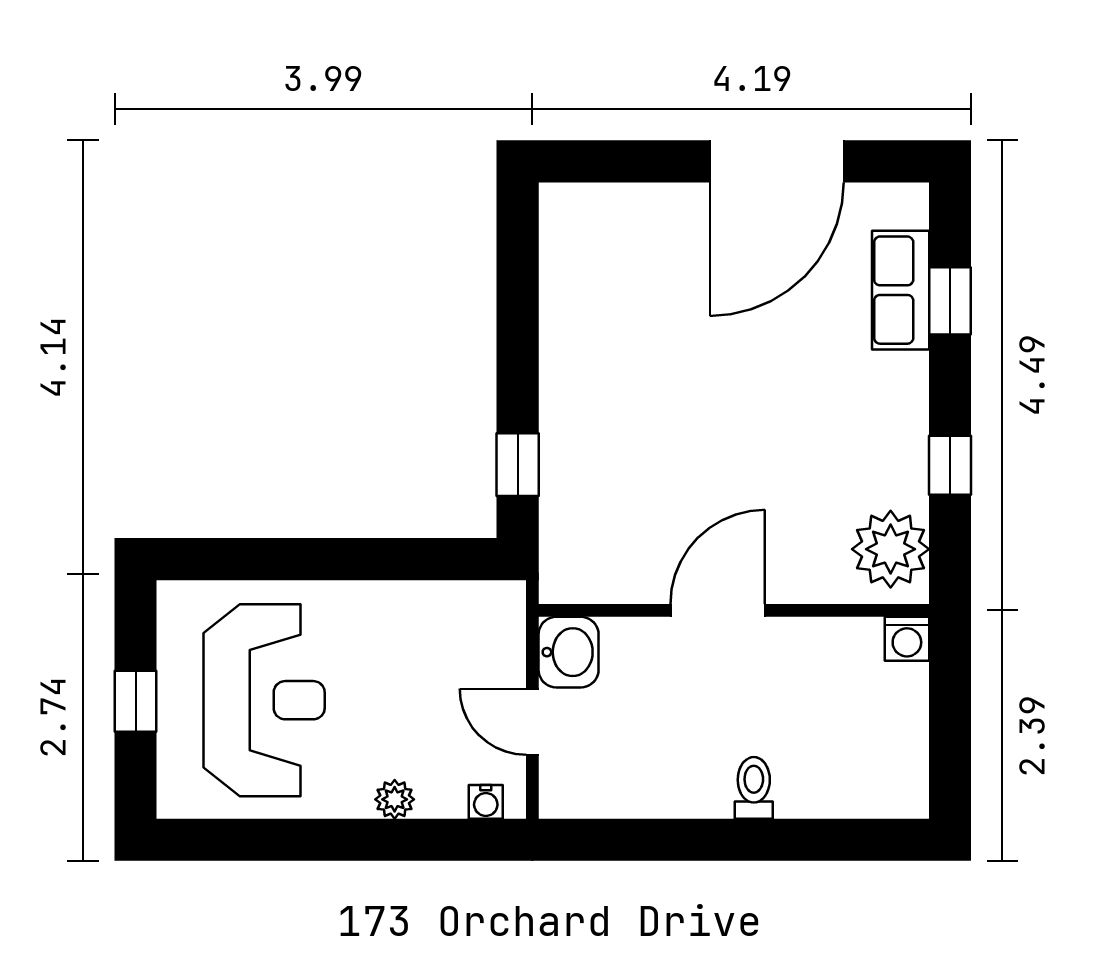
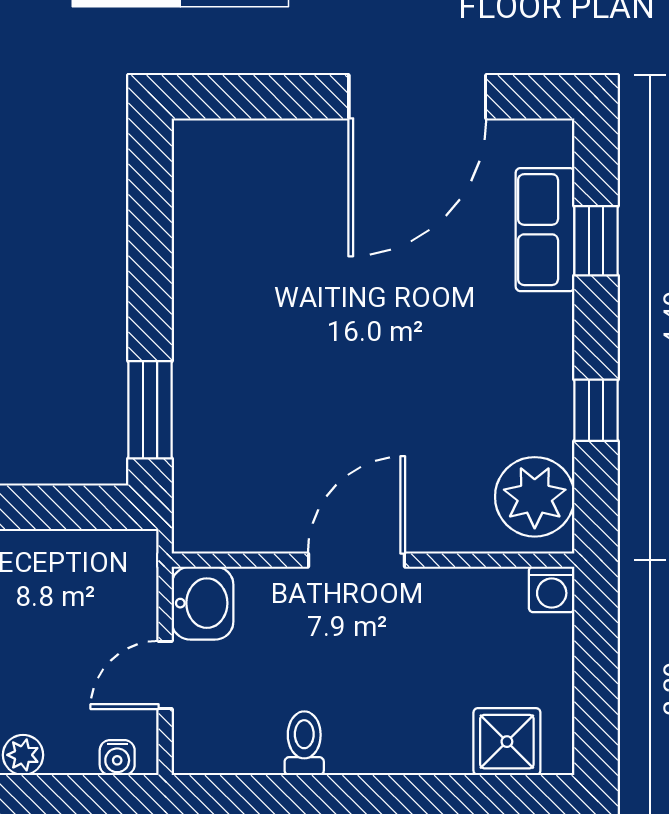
window: (518, 465) -> (150, 410), width x1.50
door: (532, 722) -> (165, 675), hinge flipped
shower: (864, 786) -> (507, 742), added
toilet: (754, 788) -> (304, 743), moved

